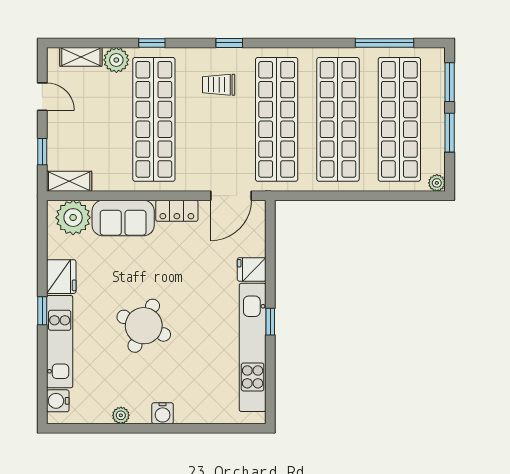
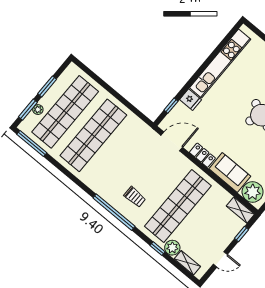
window: (152, 43) -> (158, 249), moved
window: (229, 43) -> (114, 212), width x3.17
window: (385, 43) -> (32, 143), moved
door: (42, 97) -> (220, 259), swing flipped
shop shelf: (277, 119) -> (121, 159), removed
plant: (437, 183) -> (38, 110), moved
window: (270, 322) -> (171, 106), moved

